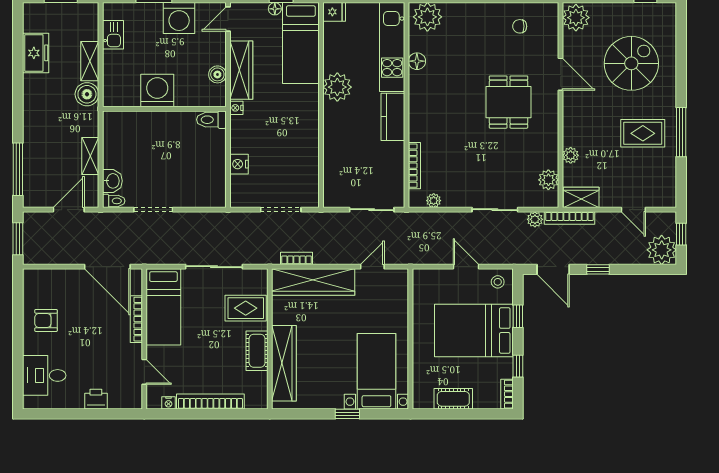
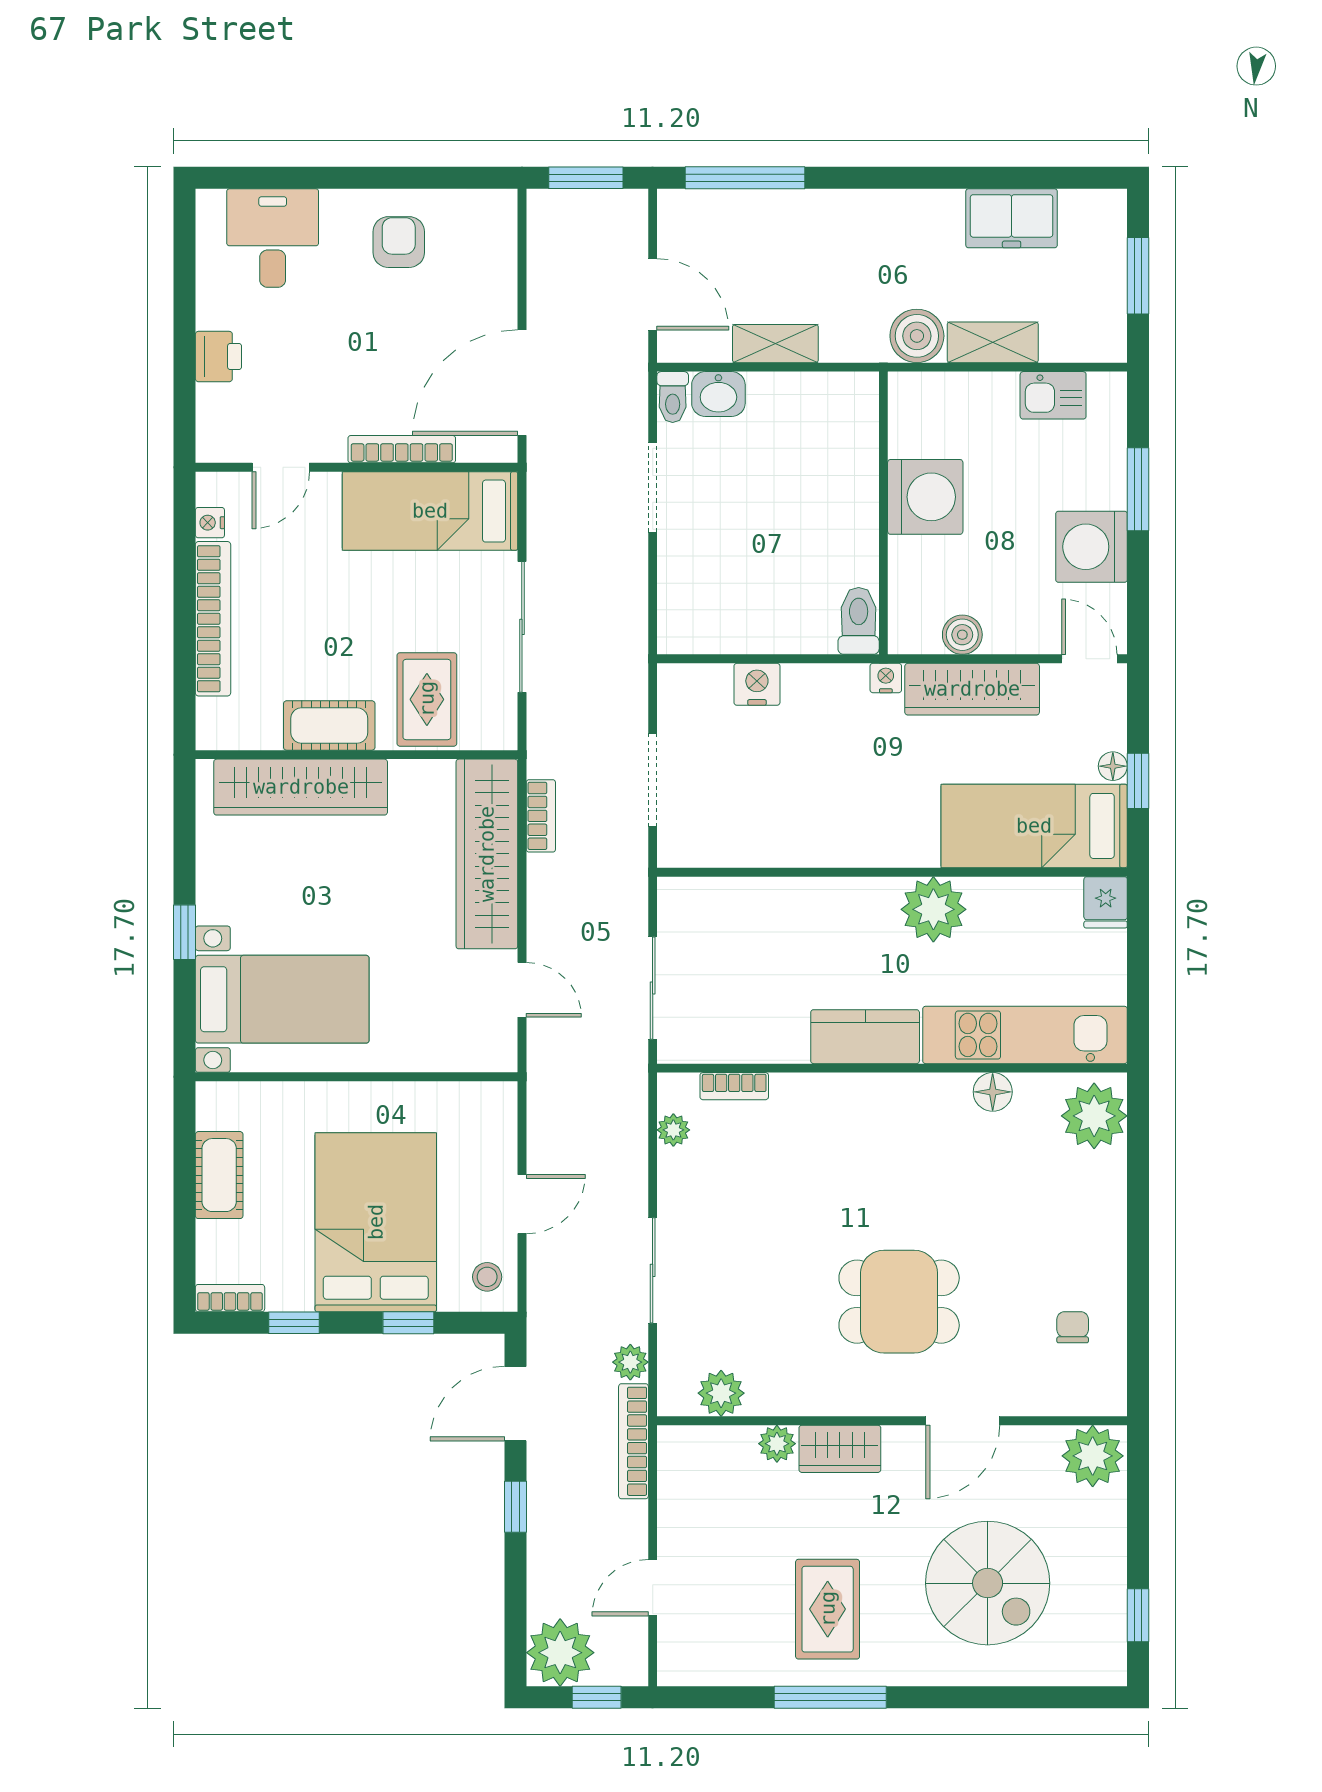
bookcase: (414, 166) -> (734, 1086), width x0.64
wardrobe: (581, 197) -> (840, 1449), moved, turned 90

